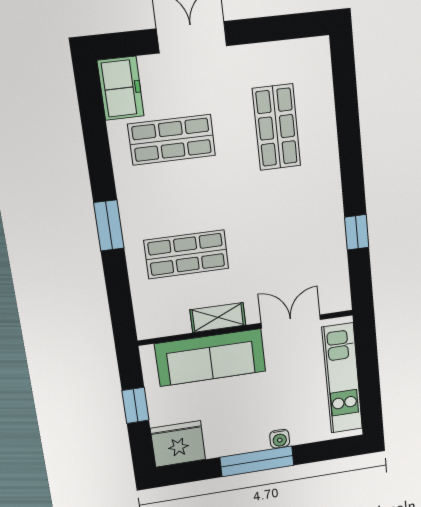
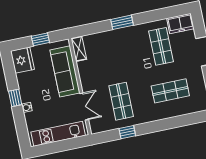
shop shelf: (186, 254) -> (121, 101), moved
shelving: (218, 317) -> (79, 49), moved
window: (257, 461) -> (15, 98), width x0.46

